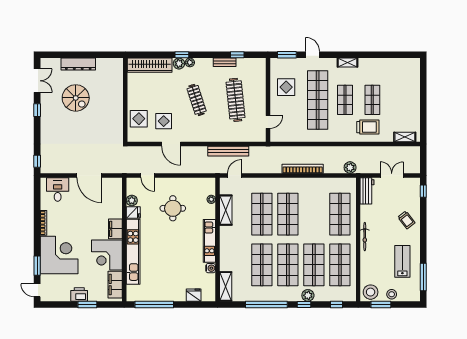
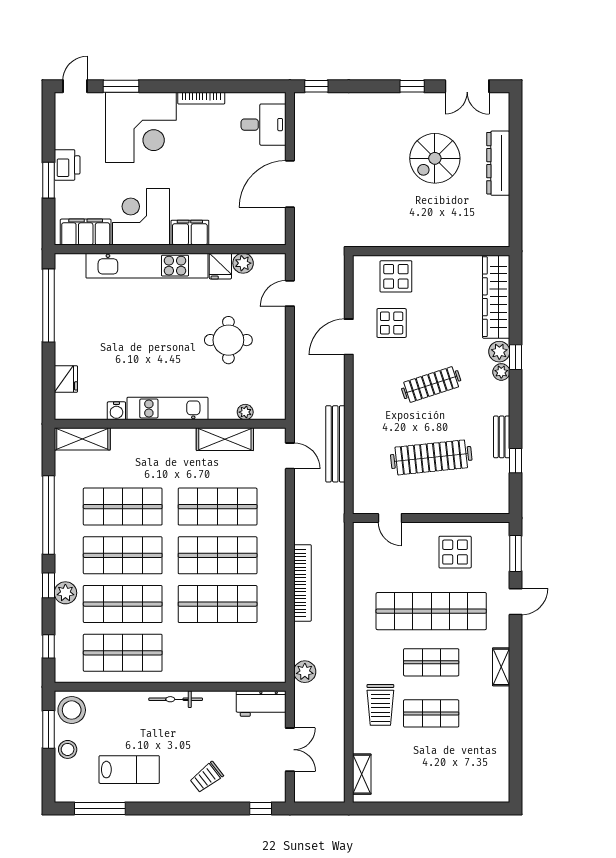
shop shelf: (340, 214) -> (218, 604), moved

